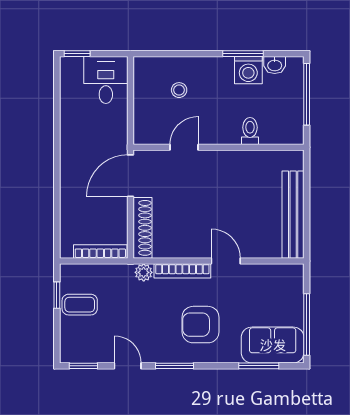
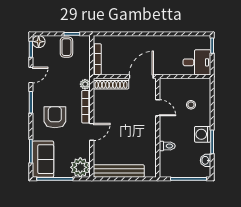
washing machine: (248, 70) -> (203, 134), moved
door: (130, 176) -> (141, 77), hinge flipped
plant: (287, 281) -> (80, 167), added
floor lamp: (70, 352) -> (39, 42), added

